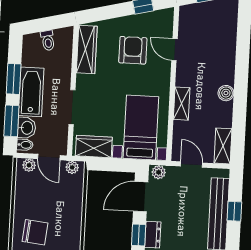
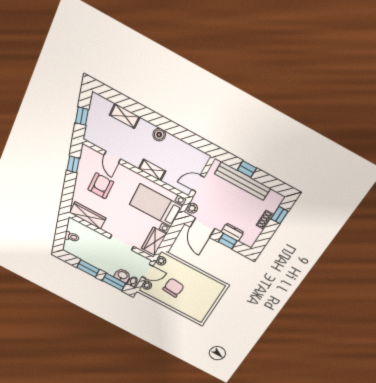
armchair: (133, 50) -> (101, 186), turned 90
door: (174, 50) -> (112, 157), hinge flipped
bathtub: (31, 92) -> (101, 262), removed
shelving: (223, 146) -> (125, 116), moved
chair: (35, 232) -> (173, 288), moved

